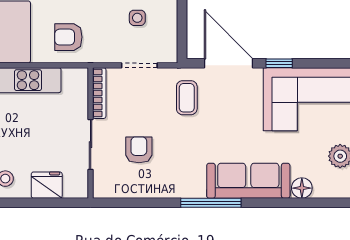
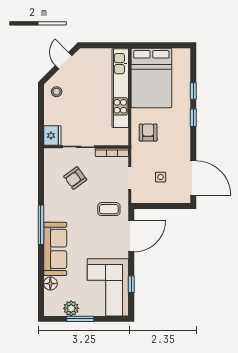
window: (279, 63) -> (131, 284), moved
armchair: (139, 150) -> (75, 178), turned 144
fridge: (47, 185) -> (52, 135), moved

